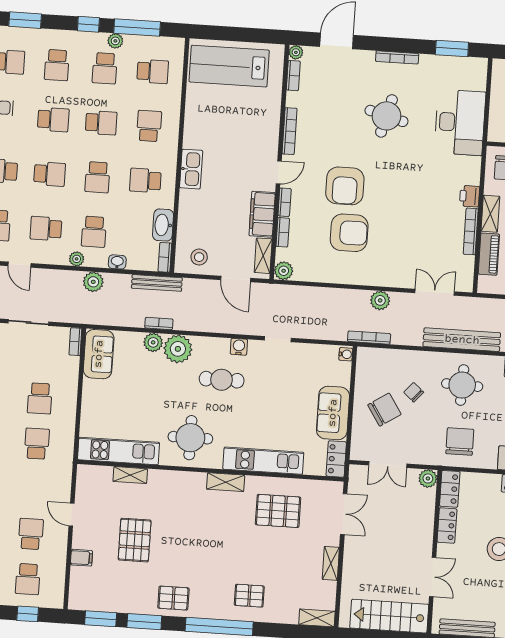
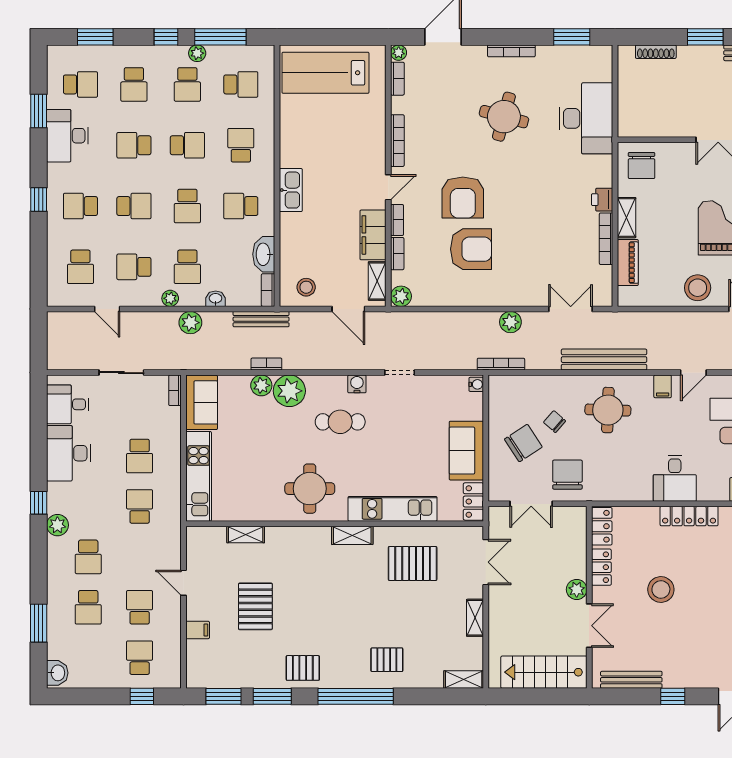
school desk: (53, 120) -> (134, 145), turned 180
chair: (460, 441) -> (567, 475), moved
kitchen unit: (118, 451) -> (199, 476), moved, turned 90
plant: (428, 478) -> (577, 589), moved
school desk: (28, 579) -> (140, 658), turned 180

